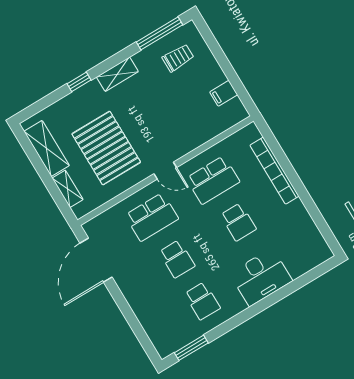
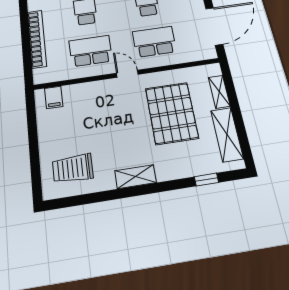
window: (159, 33) -> (79, 200), removed
trolley: (178, 58) -> (73, 168), width x1.36, depth x1.39
window: (79, 82) -> (206, 180), moved
filing cabinet: (224, 93) -> (54, 97), moved, turned 90

